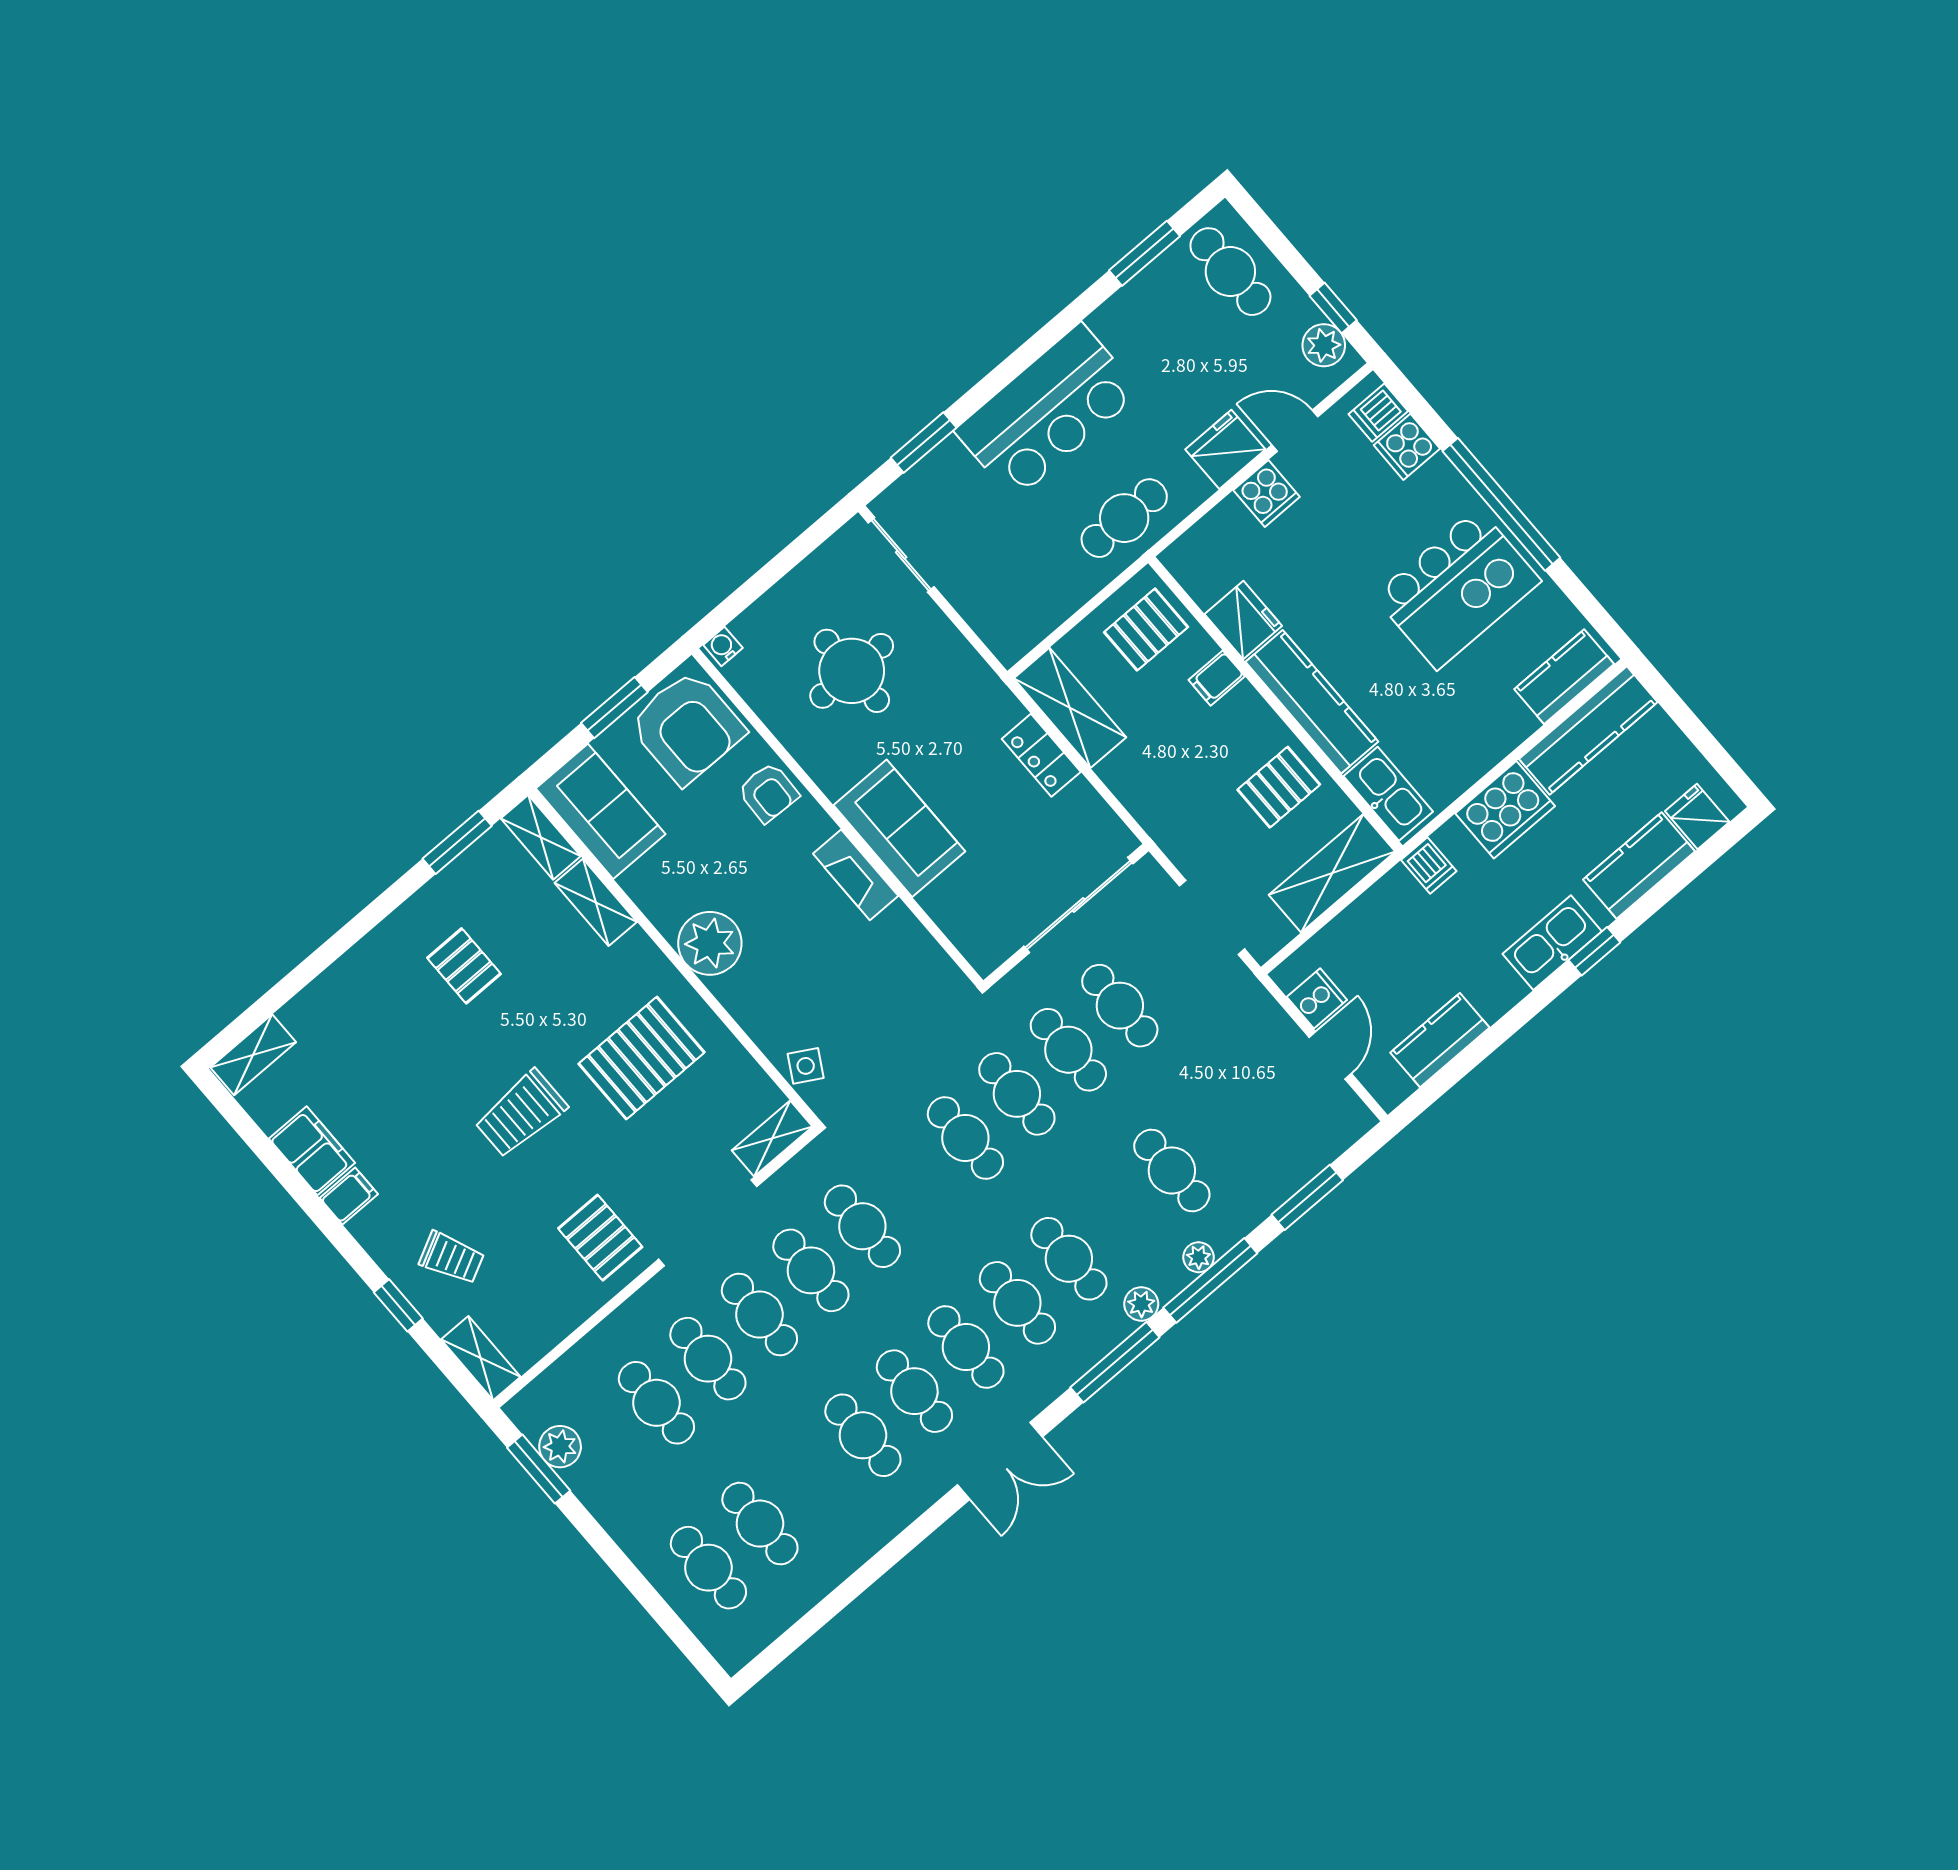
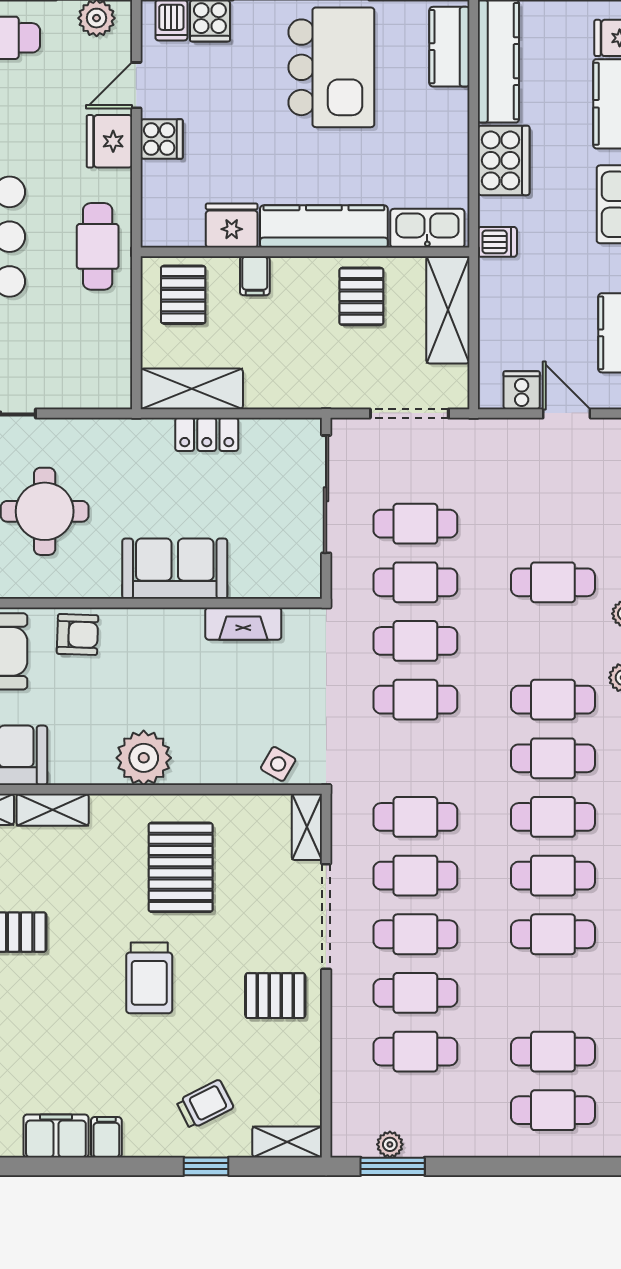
fireplace: (856, 875) -> (243, 624), moved
plant: (560, 1447) -> (390, 1144), width x0.73, depth x0.73

